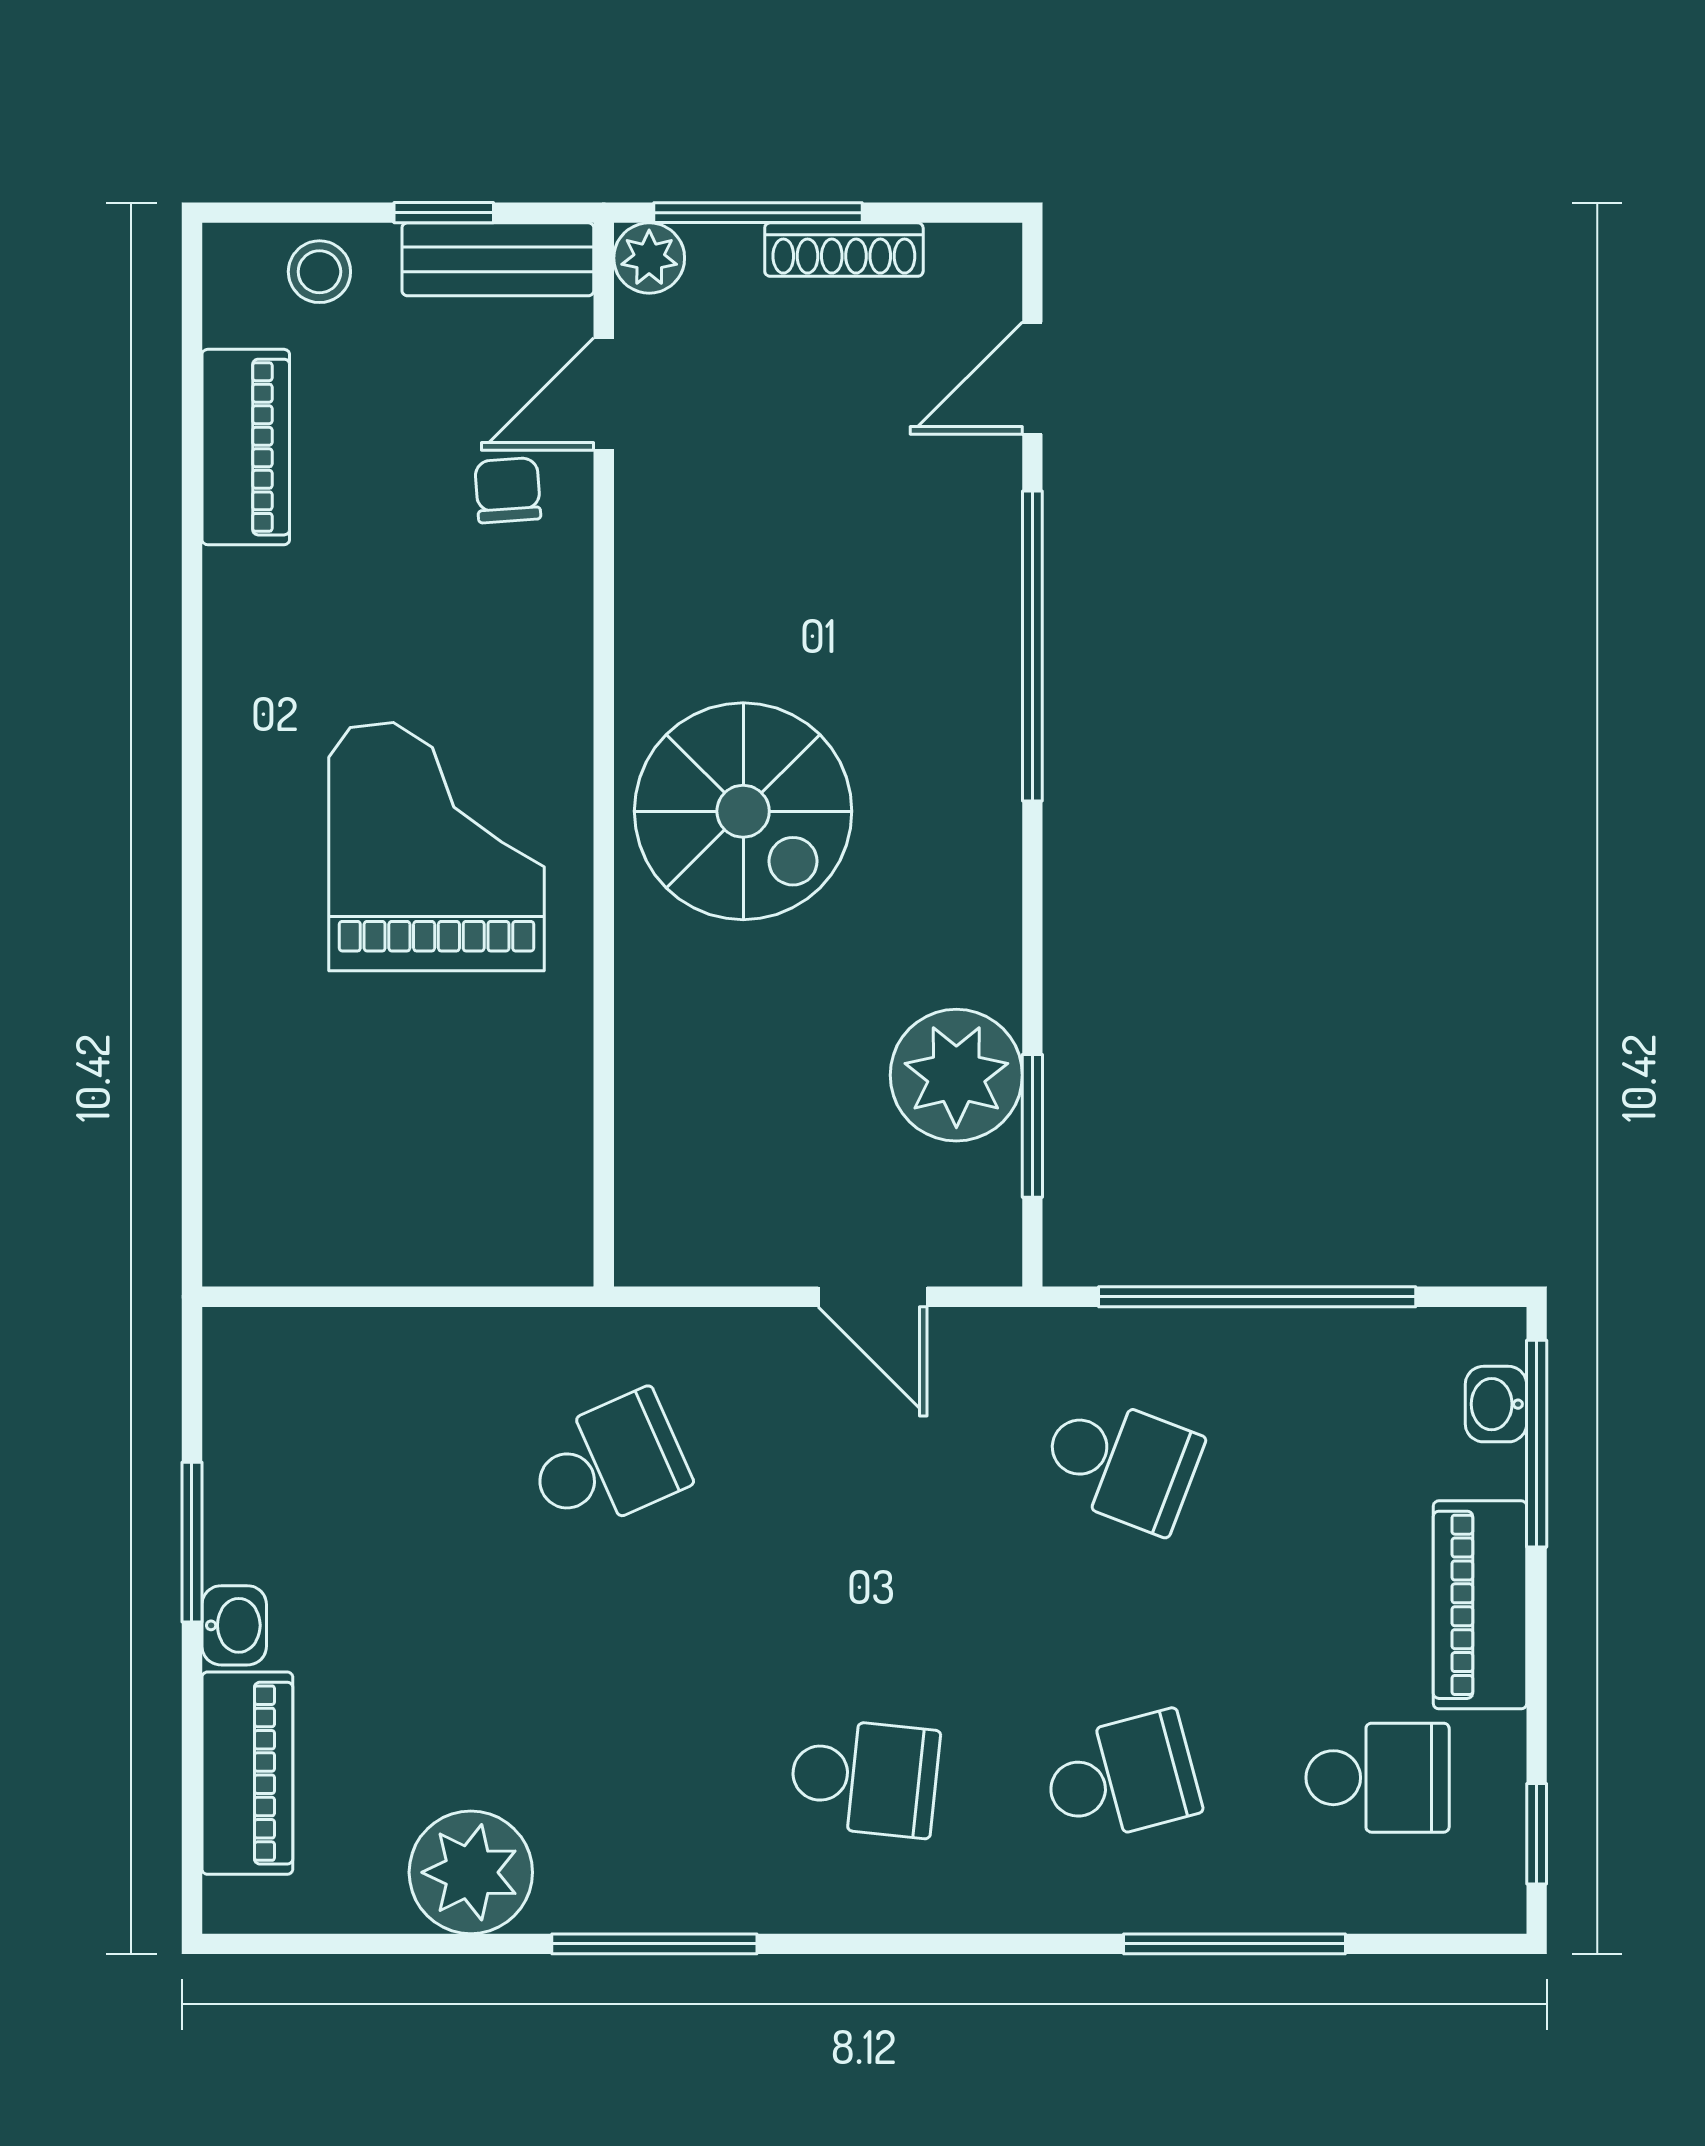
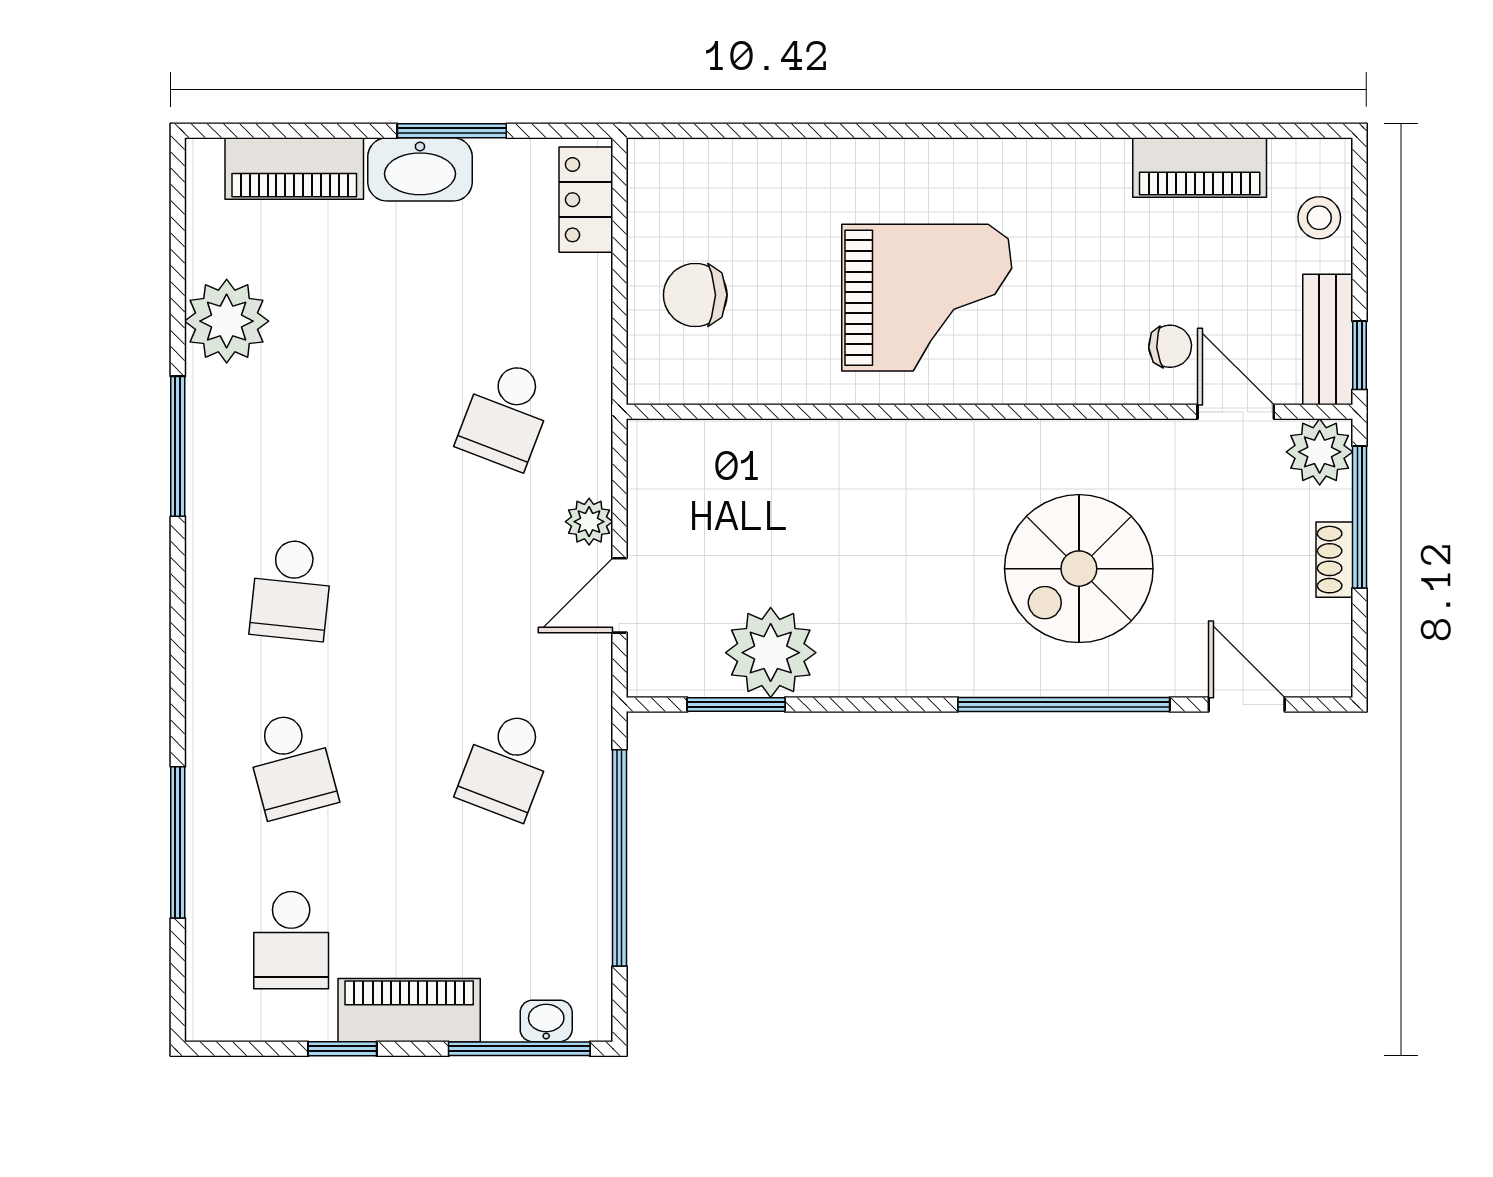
window: (444, 213) -> (1360, 355), moved
shoe rack: (844, 250) -> (1334, 560), width x0.70
plant: (649, 258) -> (1320, 452), width x1.38, depth x1.38
spiral stairs: (743, 811) -> (1079, 569), moved
chair: (433, 1186) -> (695, 295), added
plant: (765, 1341) -> (589, 522), added
locker: (293, 1346) -> (586, 200), added
school desk: (608, 1463) -> (506, 415), turned 45
washbasin: (234, 1625) -> (420, 169), width x1.91, depth x1.45
window: (1537, 1834) -> (342, 1049), moved

